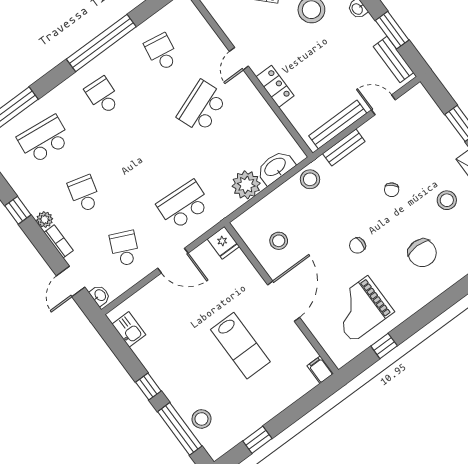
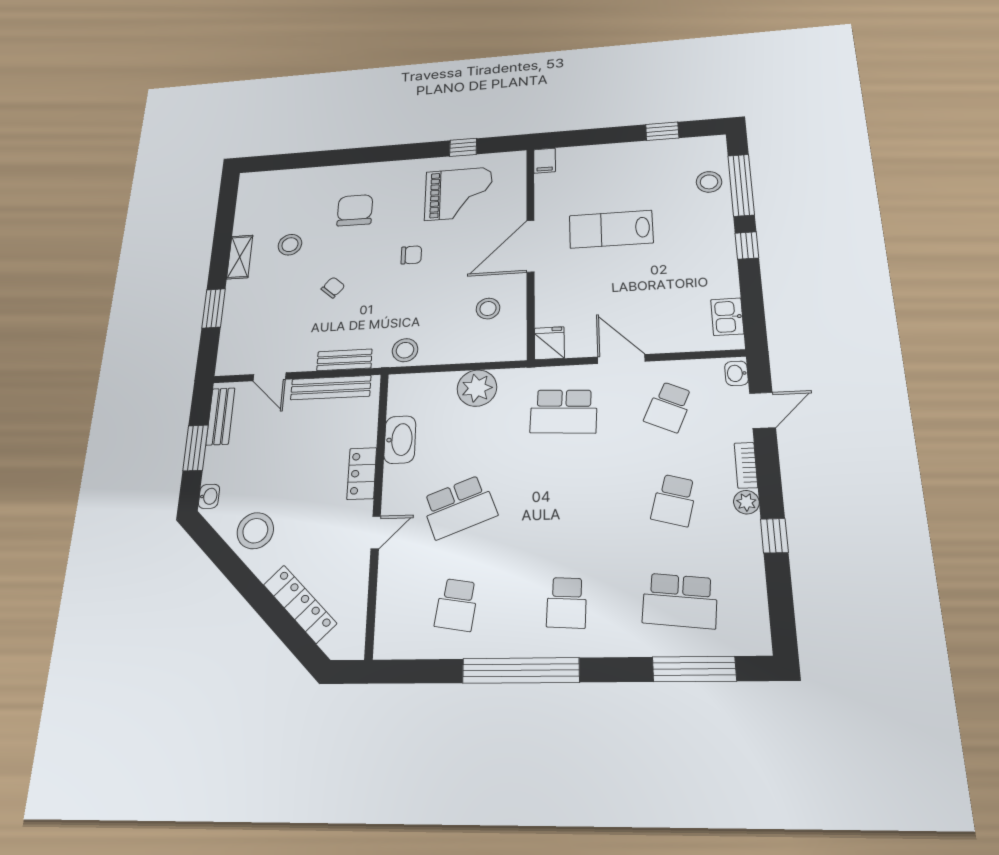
washbasin: (275, 167) -> (400, 440), moved, turned -90
lab bench: (240, 346) -> (611, 229), turned -90

